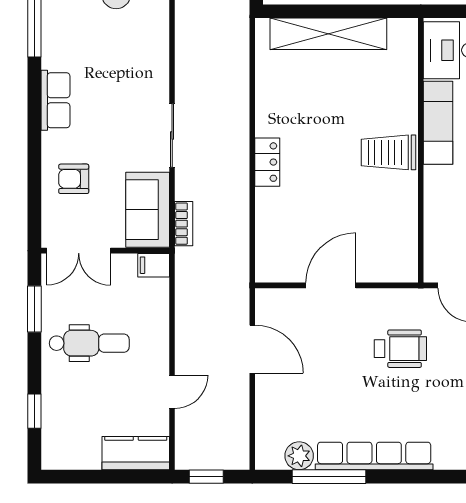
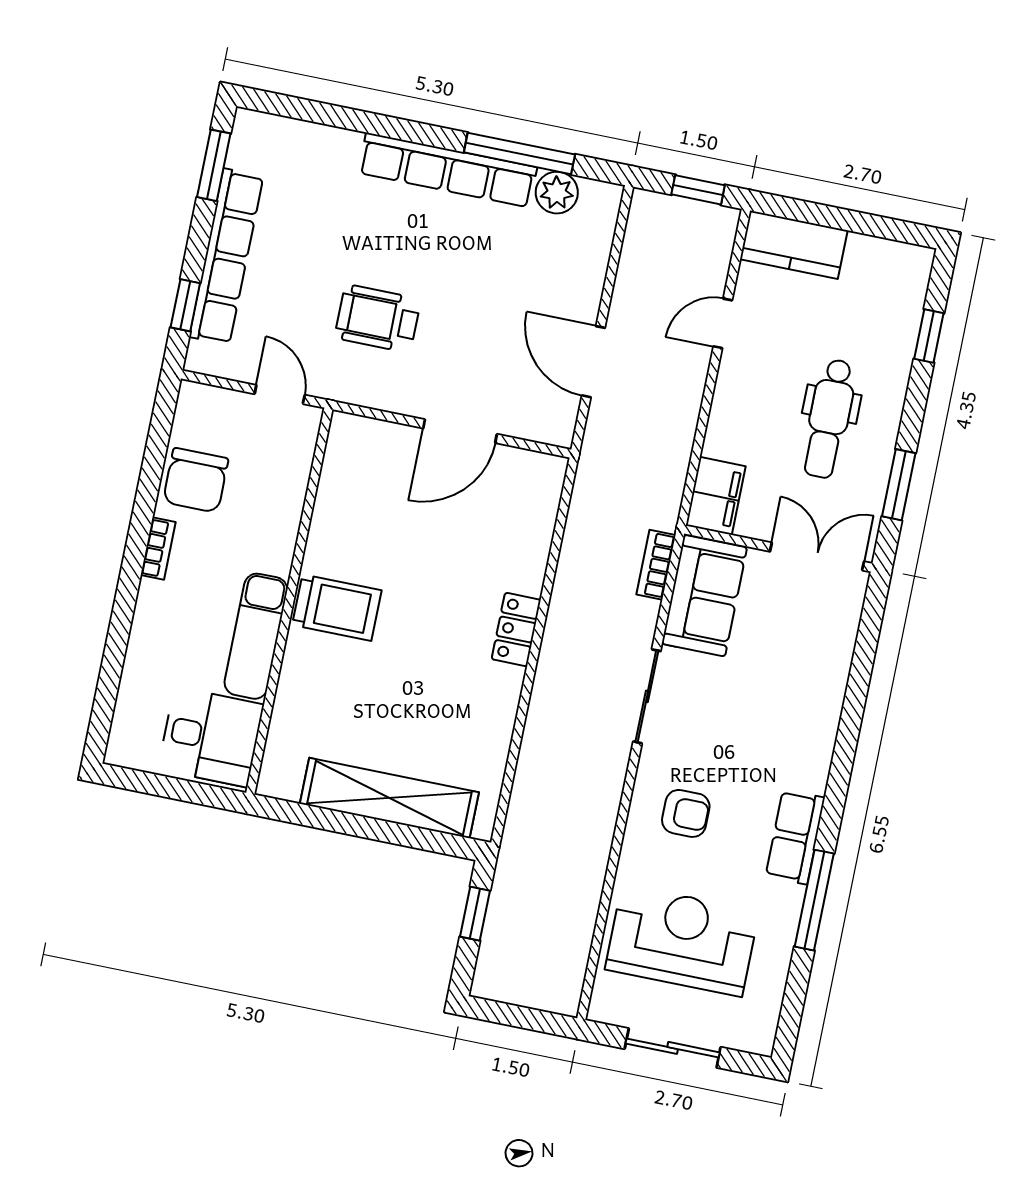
row of seats: (55, 100) -> (795, 837), moved
armchair: (74, 179) -> (686, 813), moved
filing cabinet: (154, 265) -> (716, 496), width x2.00
dental chair: (89, 343) -> (829, 419), turned -90

